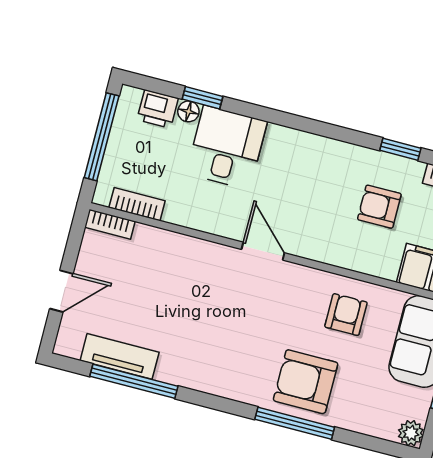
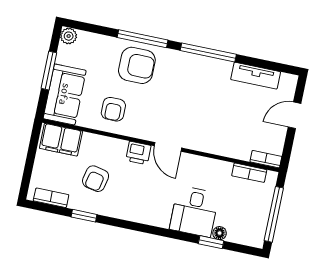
printer: (158, 109) -> (138, 153), moved, turned 180
armchair: (379, 207) -> (96, 179), turned 102
window: (134, 381) -> (208, 52), moved

